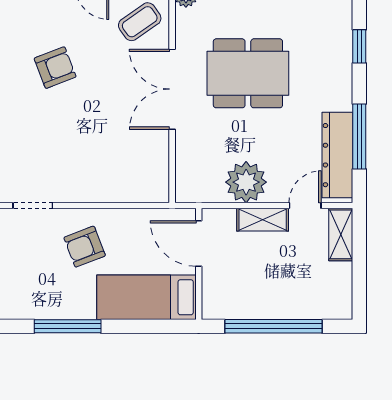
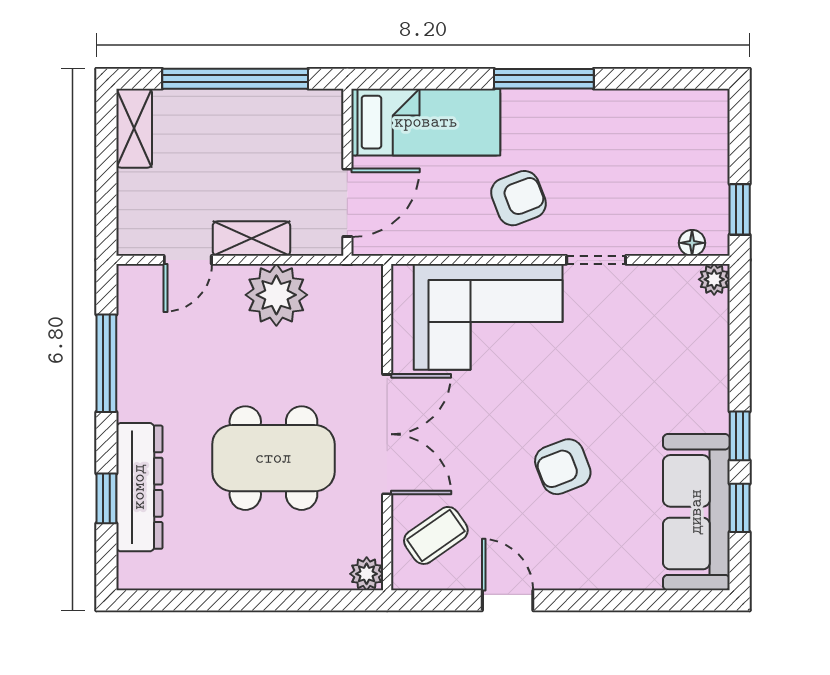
dresser: (337, 155) -> (139, 487), moved
corner sofa: (105, 167) -> (488, 317), added
shelving: (341, 234) -> (134, 128), moved
door: (199, 244) -> (347, 203), hinge flipped

